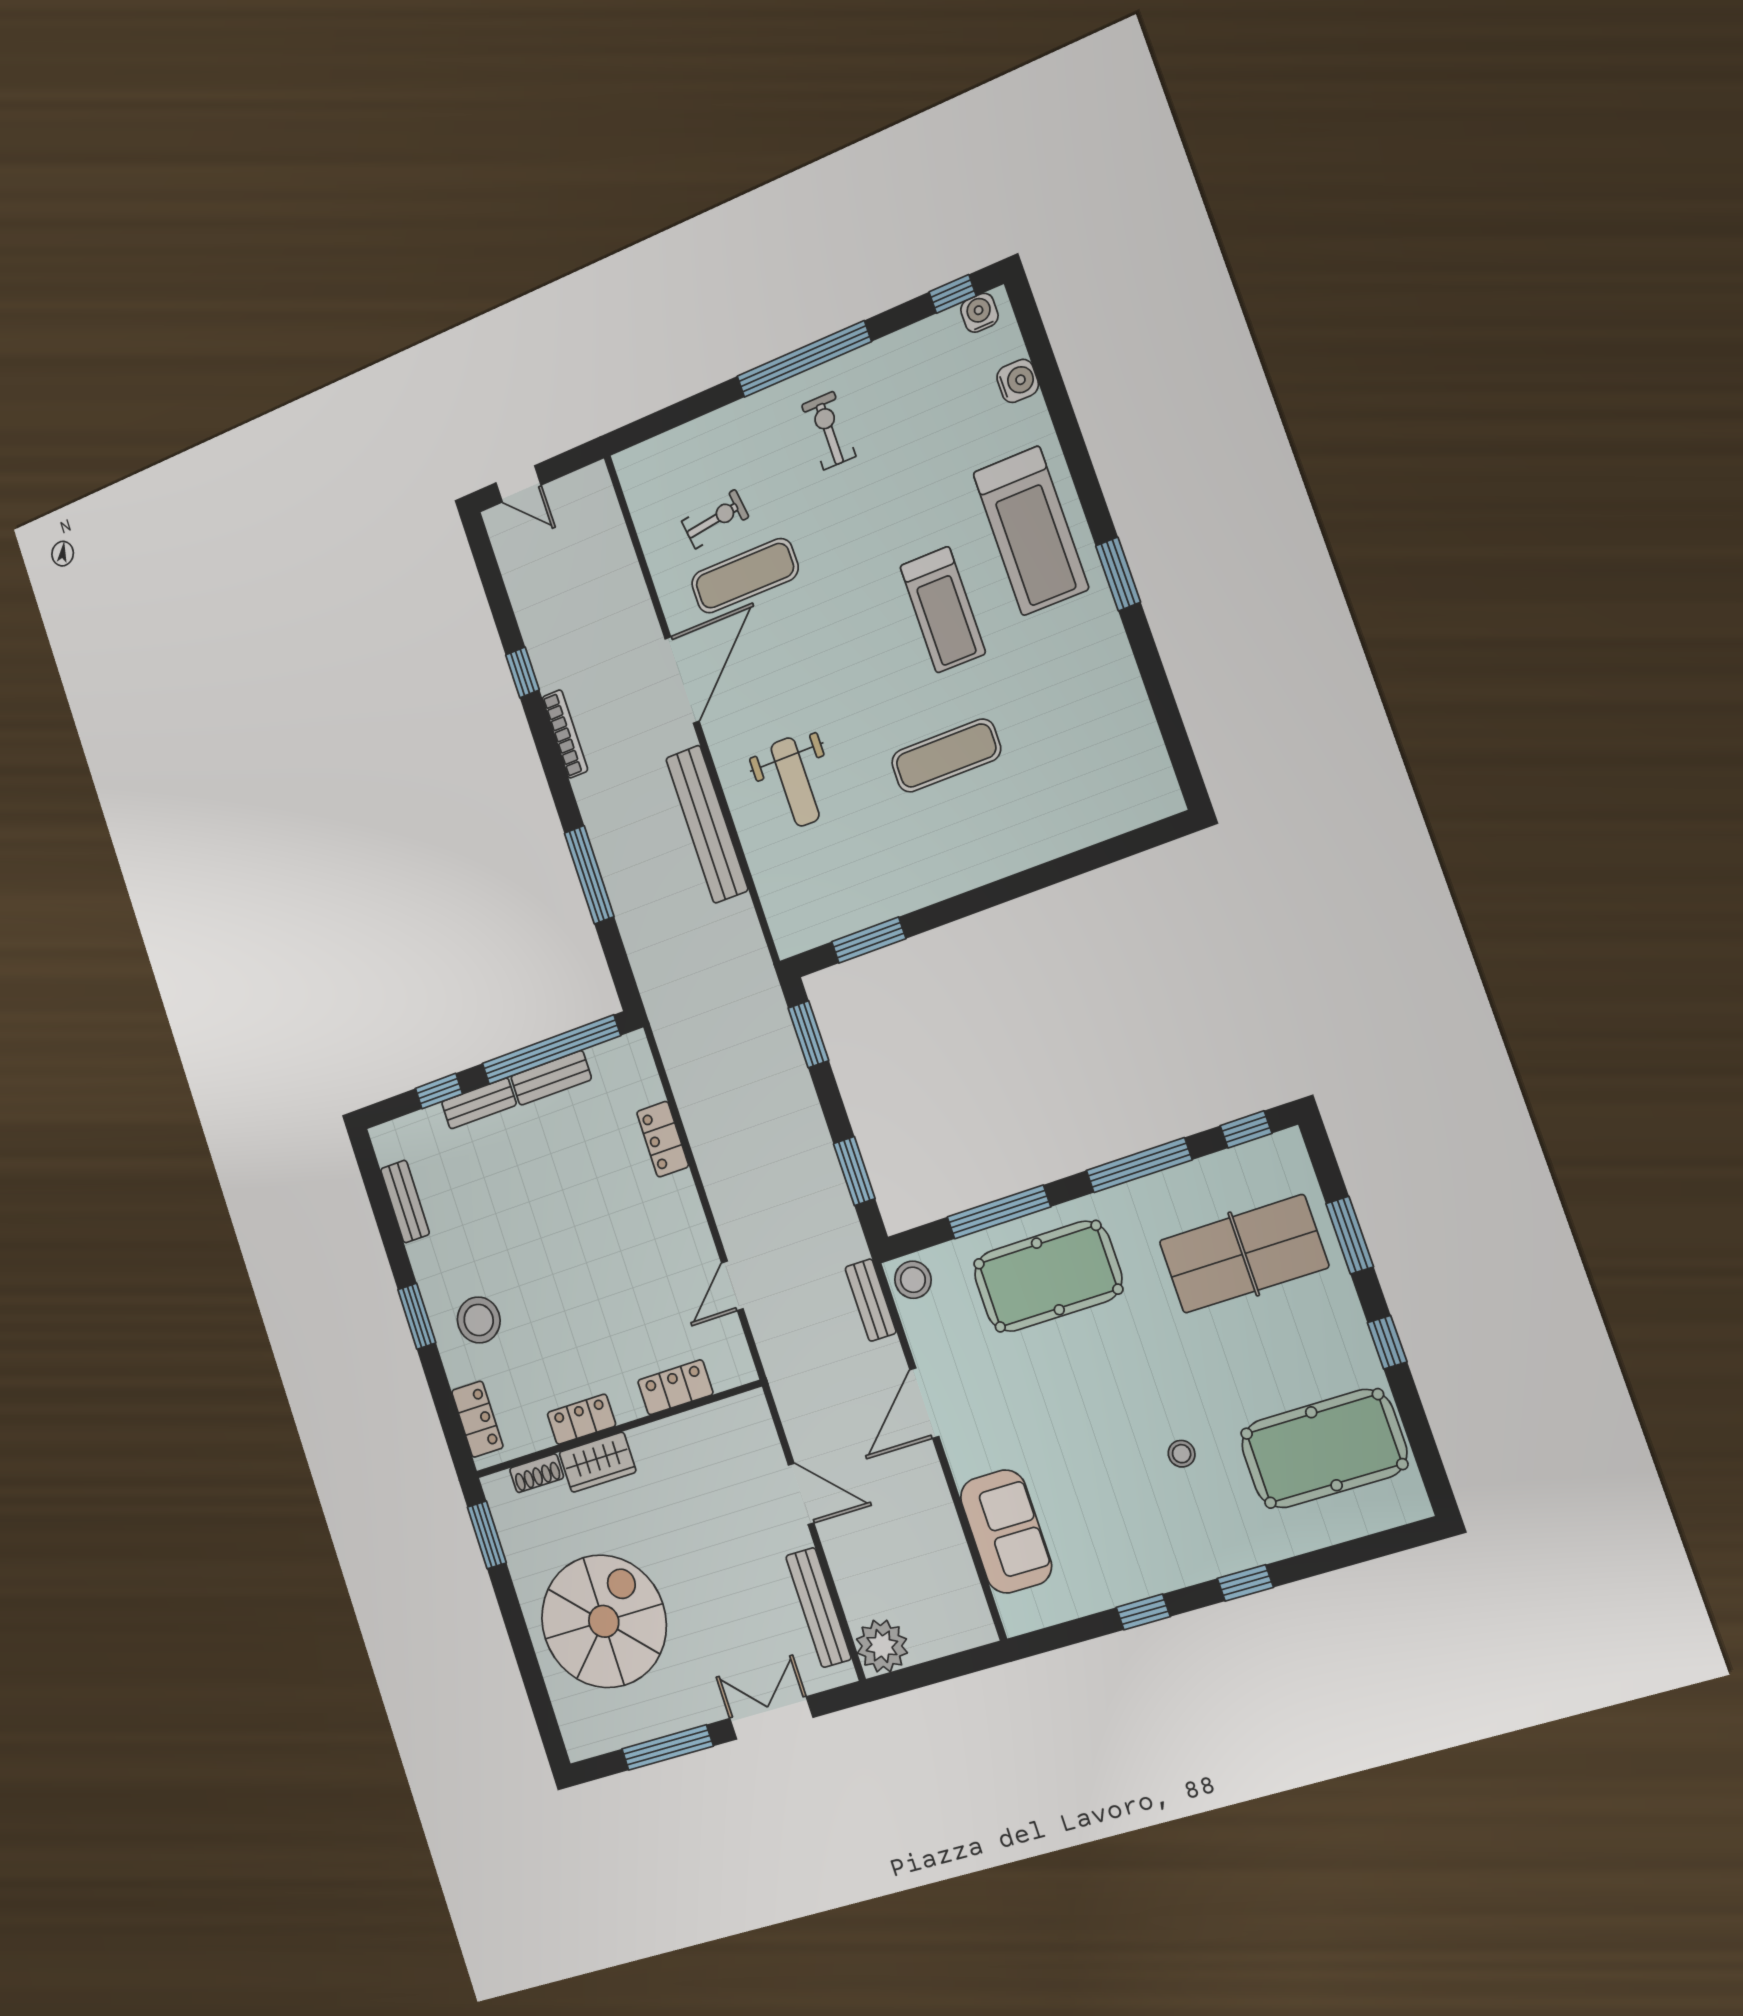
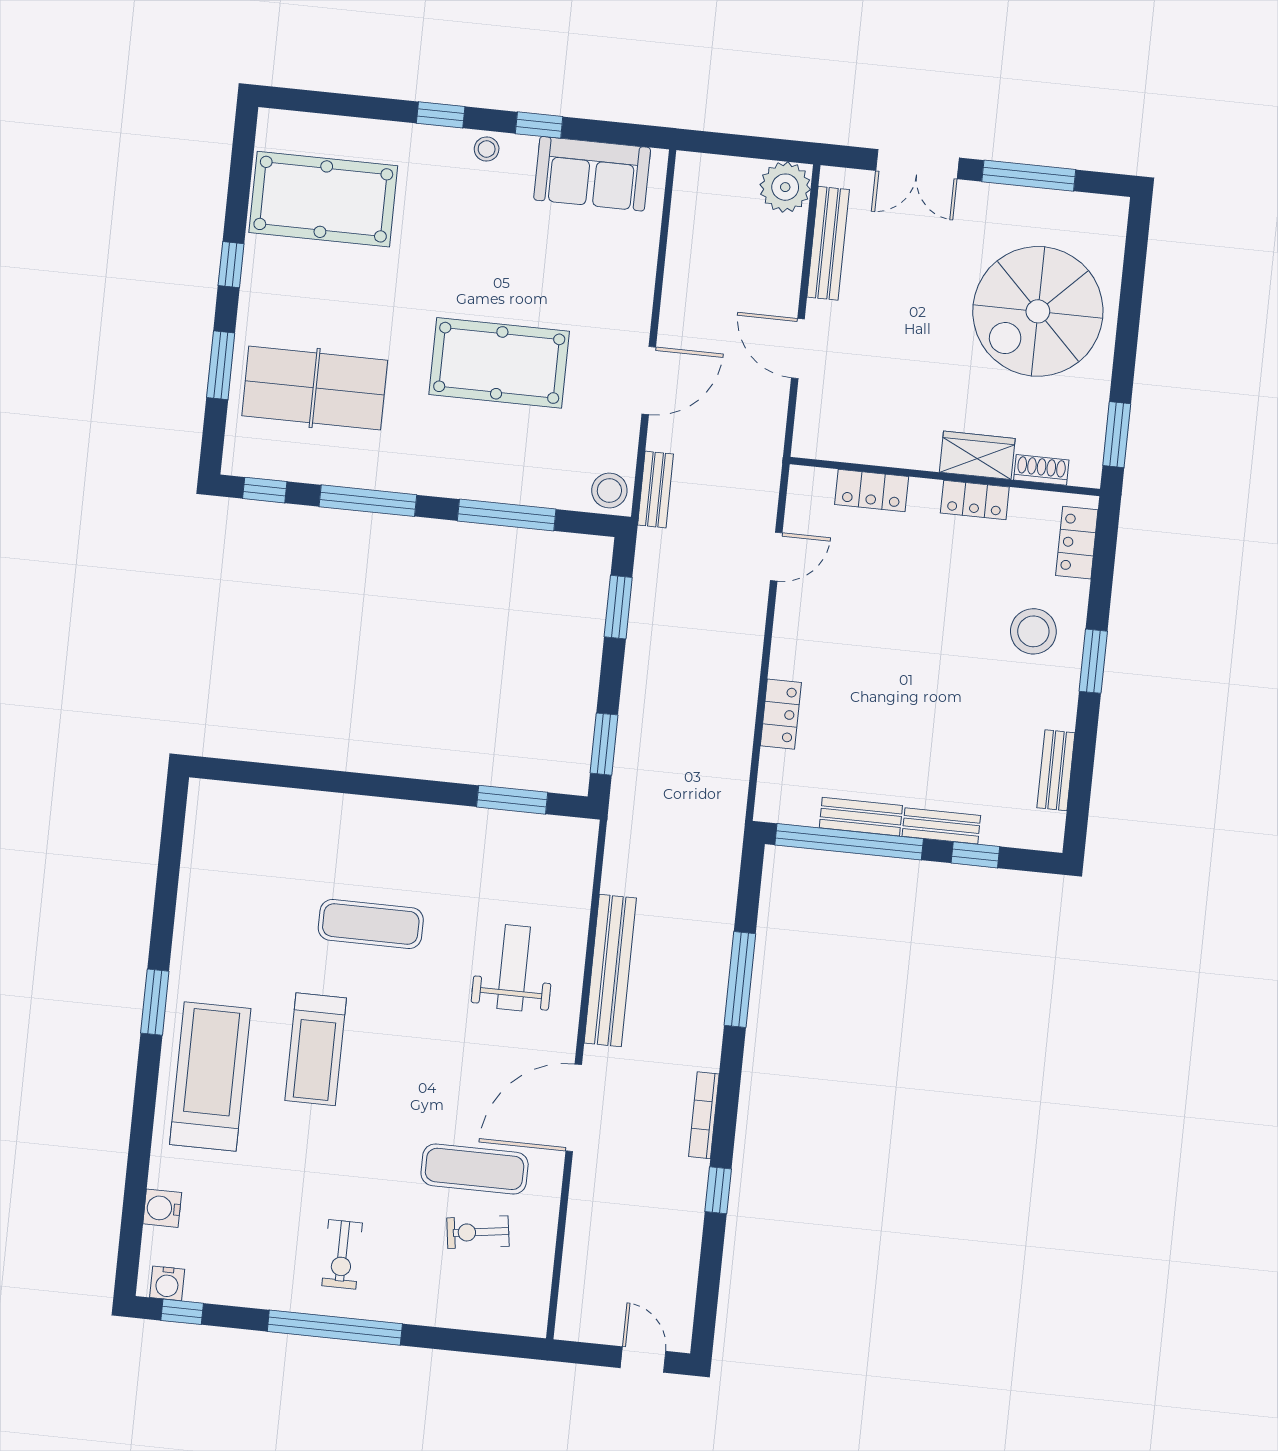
treadmill: (943, 610) -> (316, 1049), turned 180
pool table: (1048, 1276) -> (499, 363), moved
stool: (1182, 1454) -> (487, 149), moved
sofa: (1006, 1531) -> (592, 174), moved, turned -90

